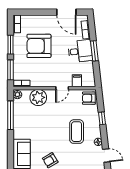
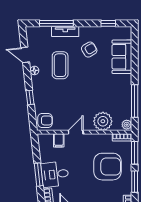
armchair: (39, 46) -> (107, 167), moved
coffee table: (77, 132) -> (60, 65), moved

